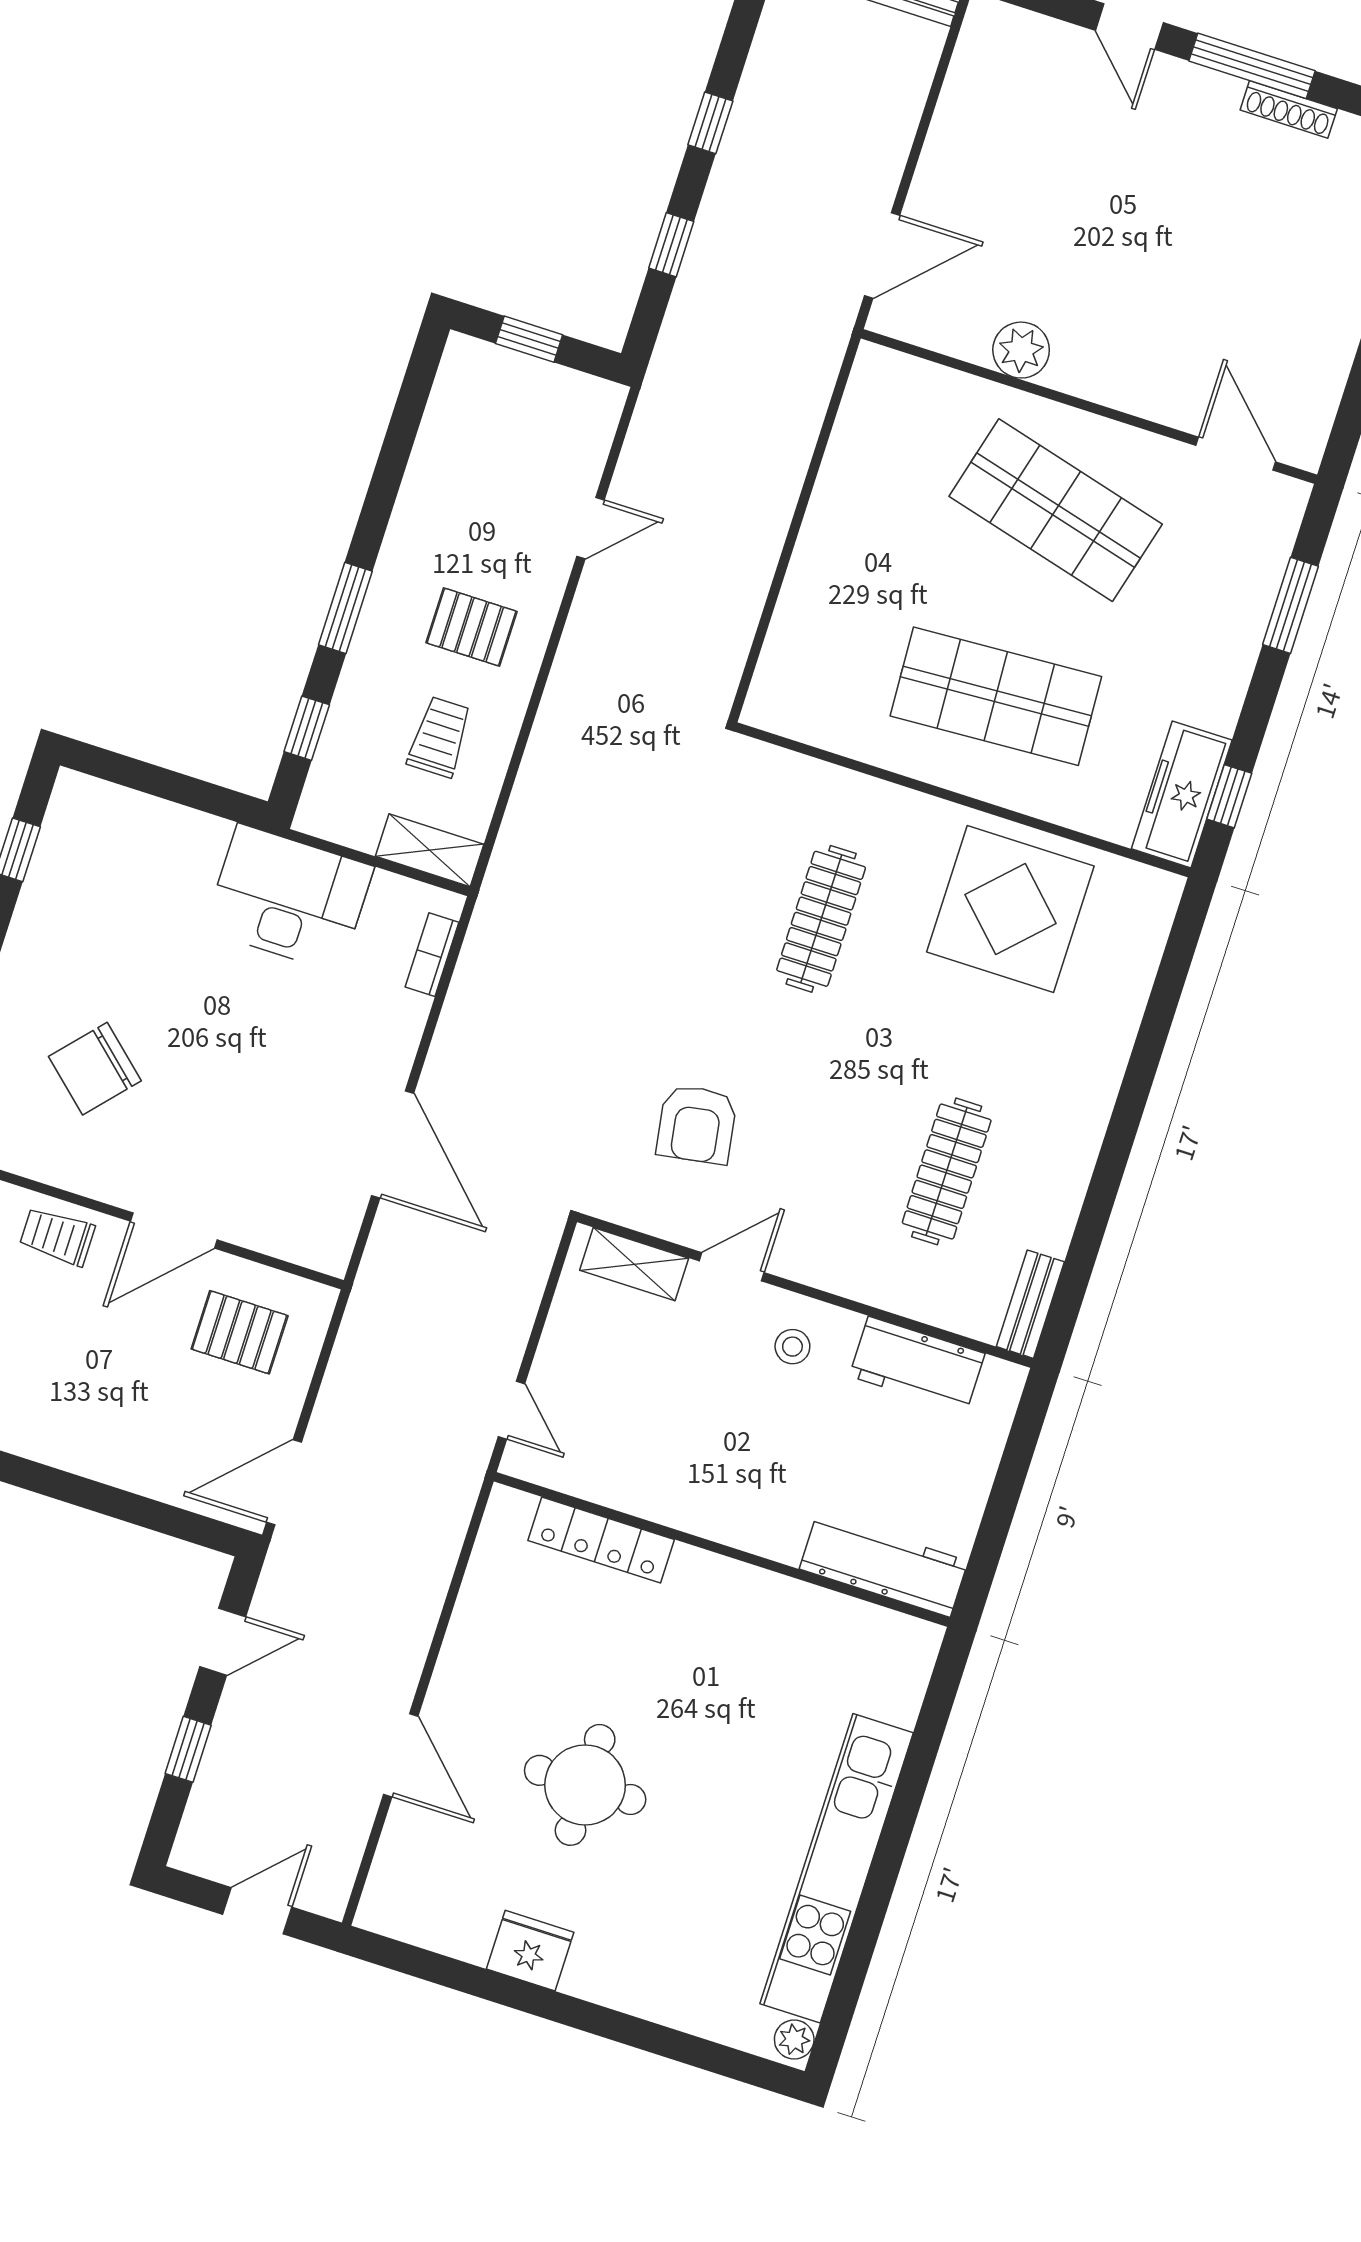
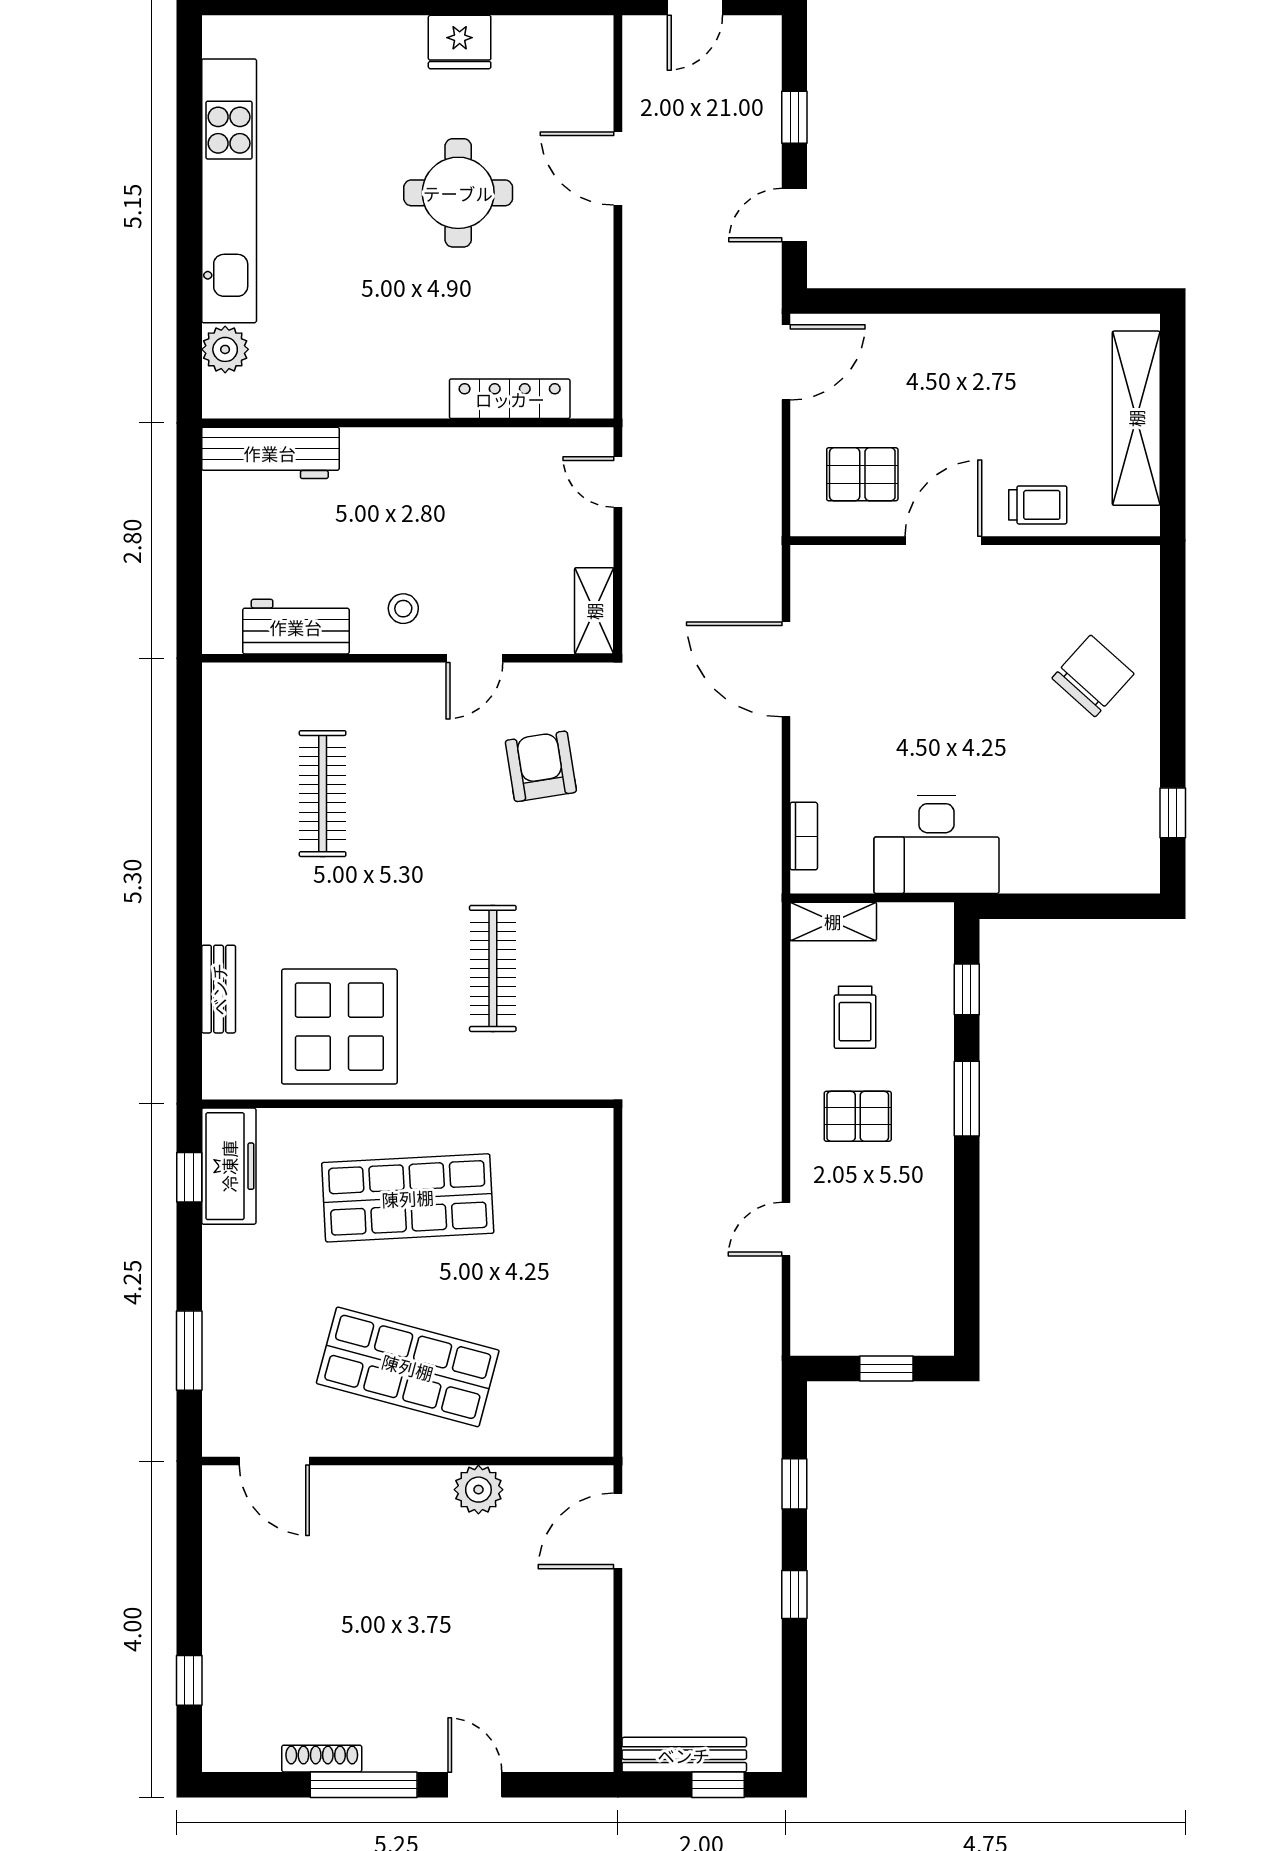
chair: (95, 1069) -> (1093, 676), moved
shelving: (634, 1264) -> (594, 611), moved, turned 90
bench: (1030, 1304) -> (219, 989), moved
plant: (794, 2040) -> (225, 349), moved, width x1.38, depth x1.38

